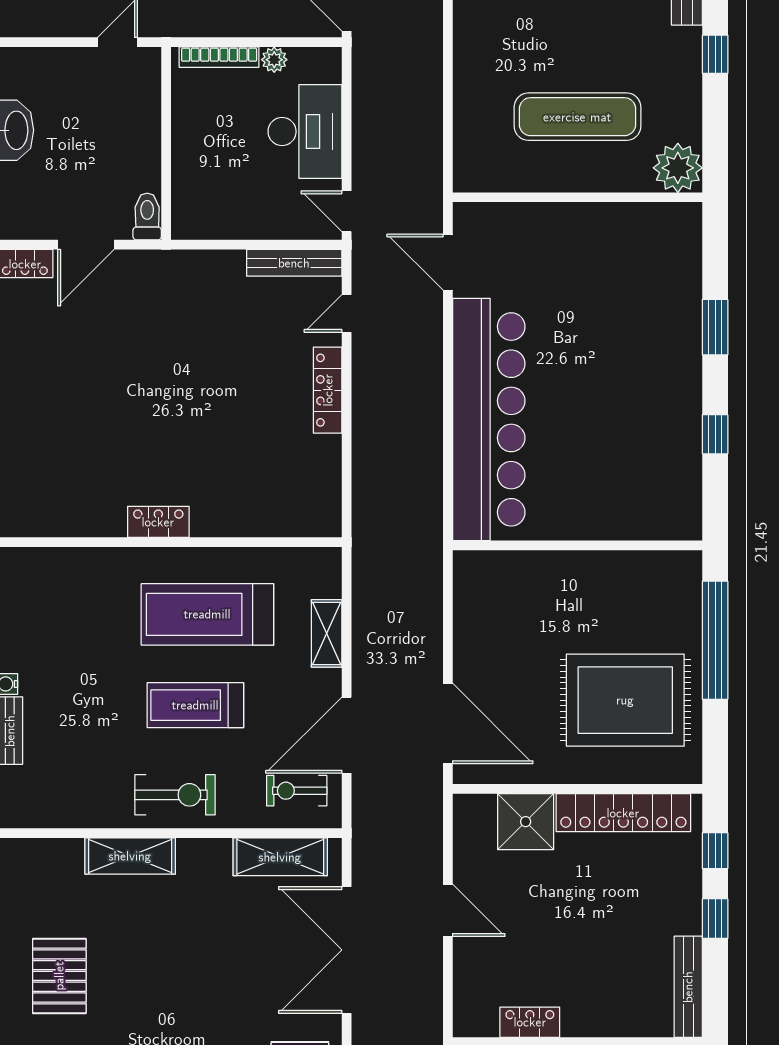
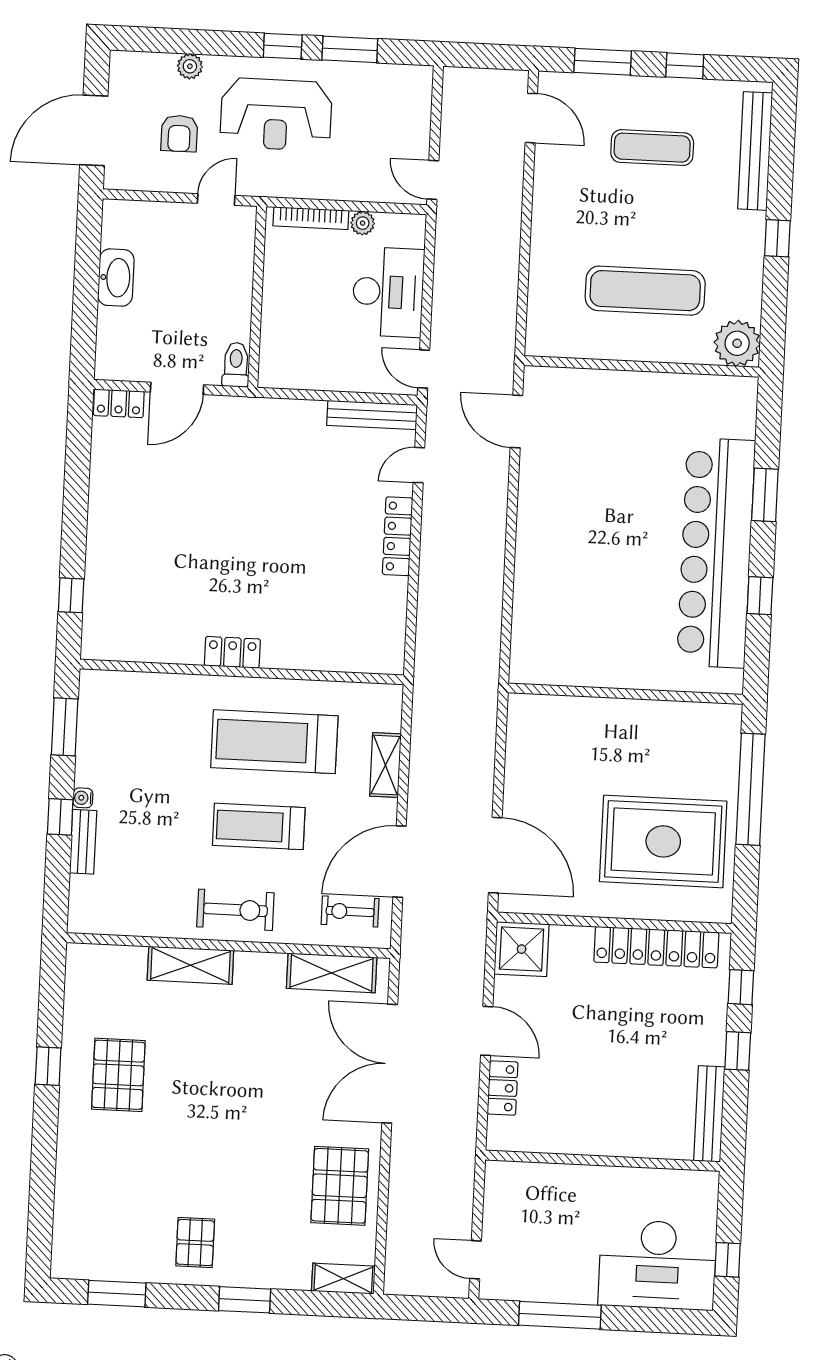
bar counter: (489, 419) -> (716, 553), moved, turned 180
shower: (526, 822) -> (522, 949), moved
locker: (530, 1022) -> (503, 1088), moved, turned 90

